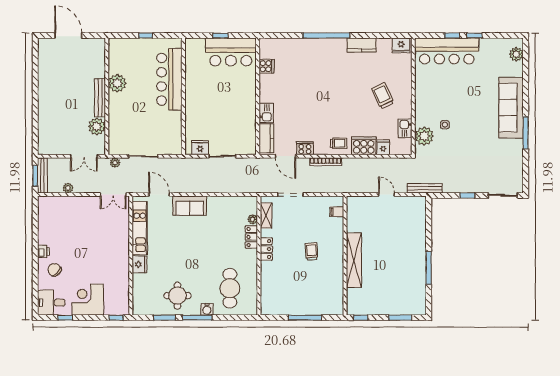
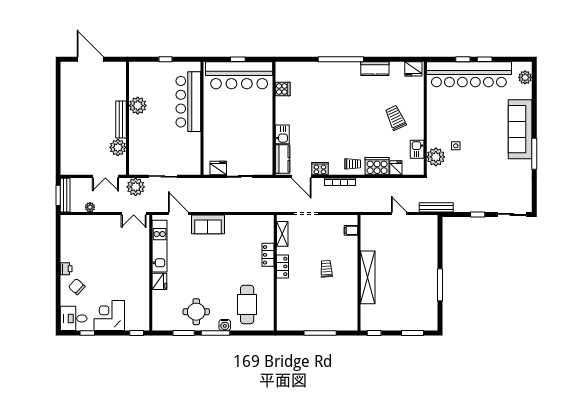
bar counter: (447, 51) -> (469, 74), width x1.36
bar counter: (231, 52) -> (239, 75), width x1.36
plant: (115, 163) -> (136, 187), width x1.88, depth x1.88
plant: (253, 219) -> (269, 238), removed

